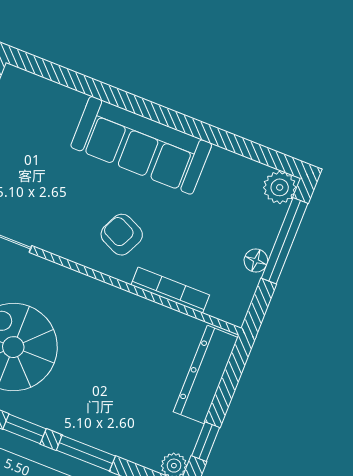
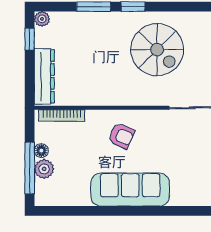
plant: (280, 187) -> (44, 169), moved
bookcase: (170, 290) -> (62, 116), moved

